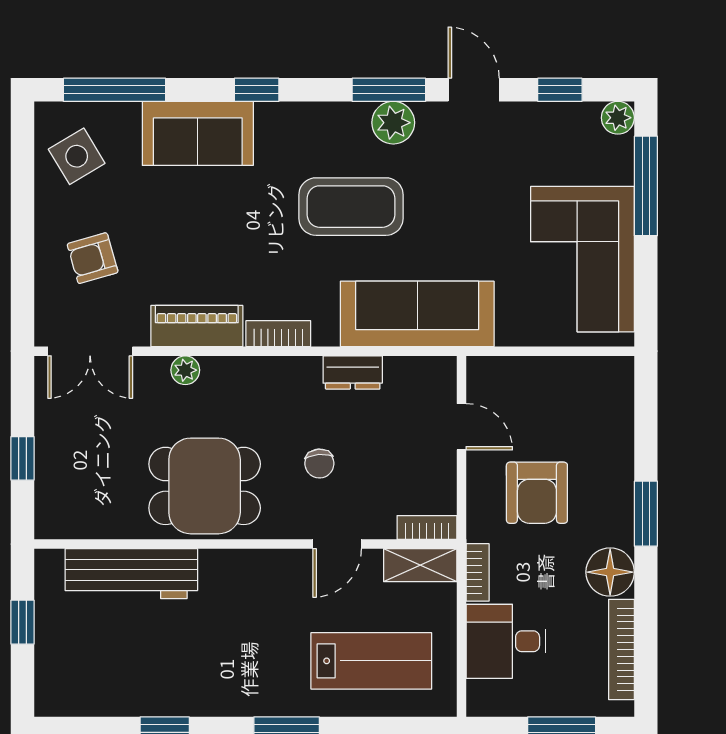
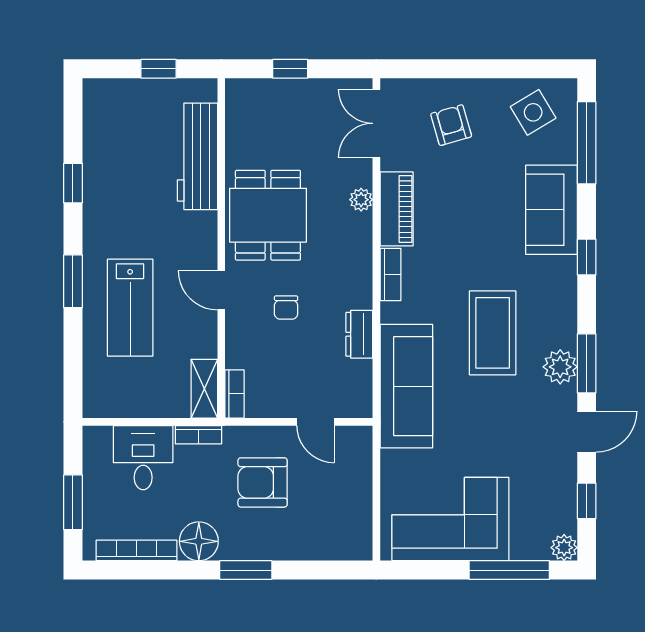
door: (461, 427) -> (316, 422), hinge flipped
chair: (319, 463) -> (286, 308), turned -85
door: (337, 544) -> (221, 290), moved
lab bench: (371, 661) -> (130, 308), moved

